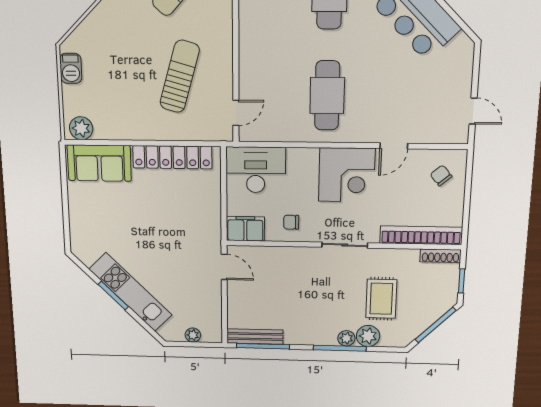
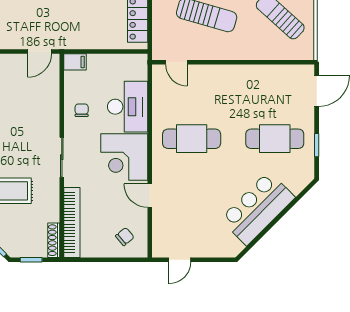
desk: (256, 170) -> (128, 107), moved
filing cabinet: (245, 229) -> (75, 62), width x0.50

